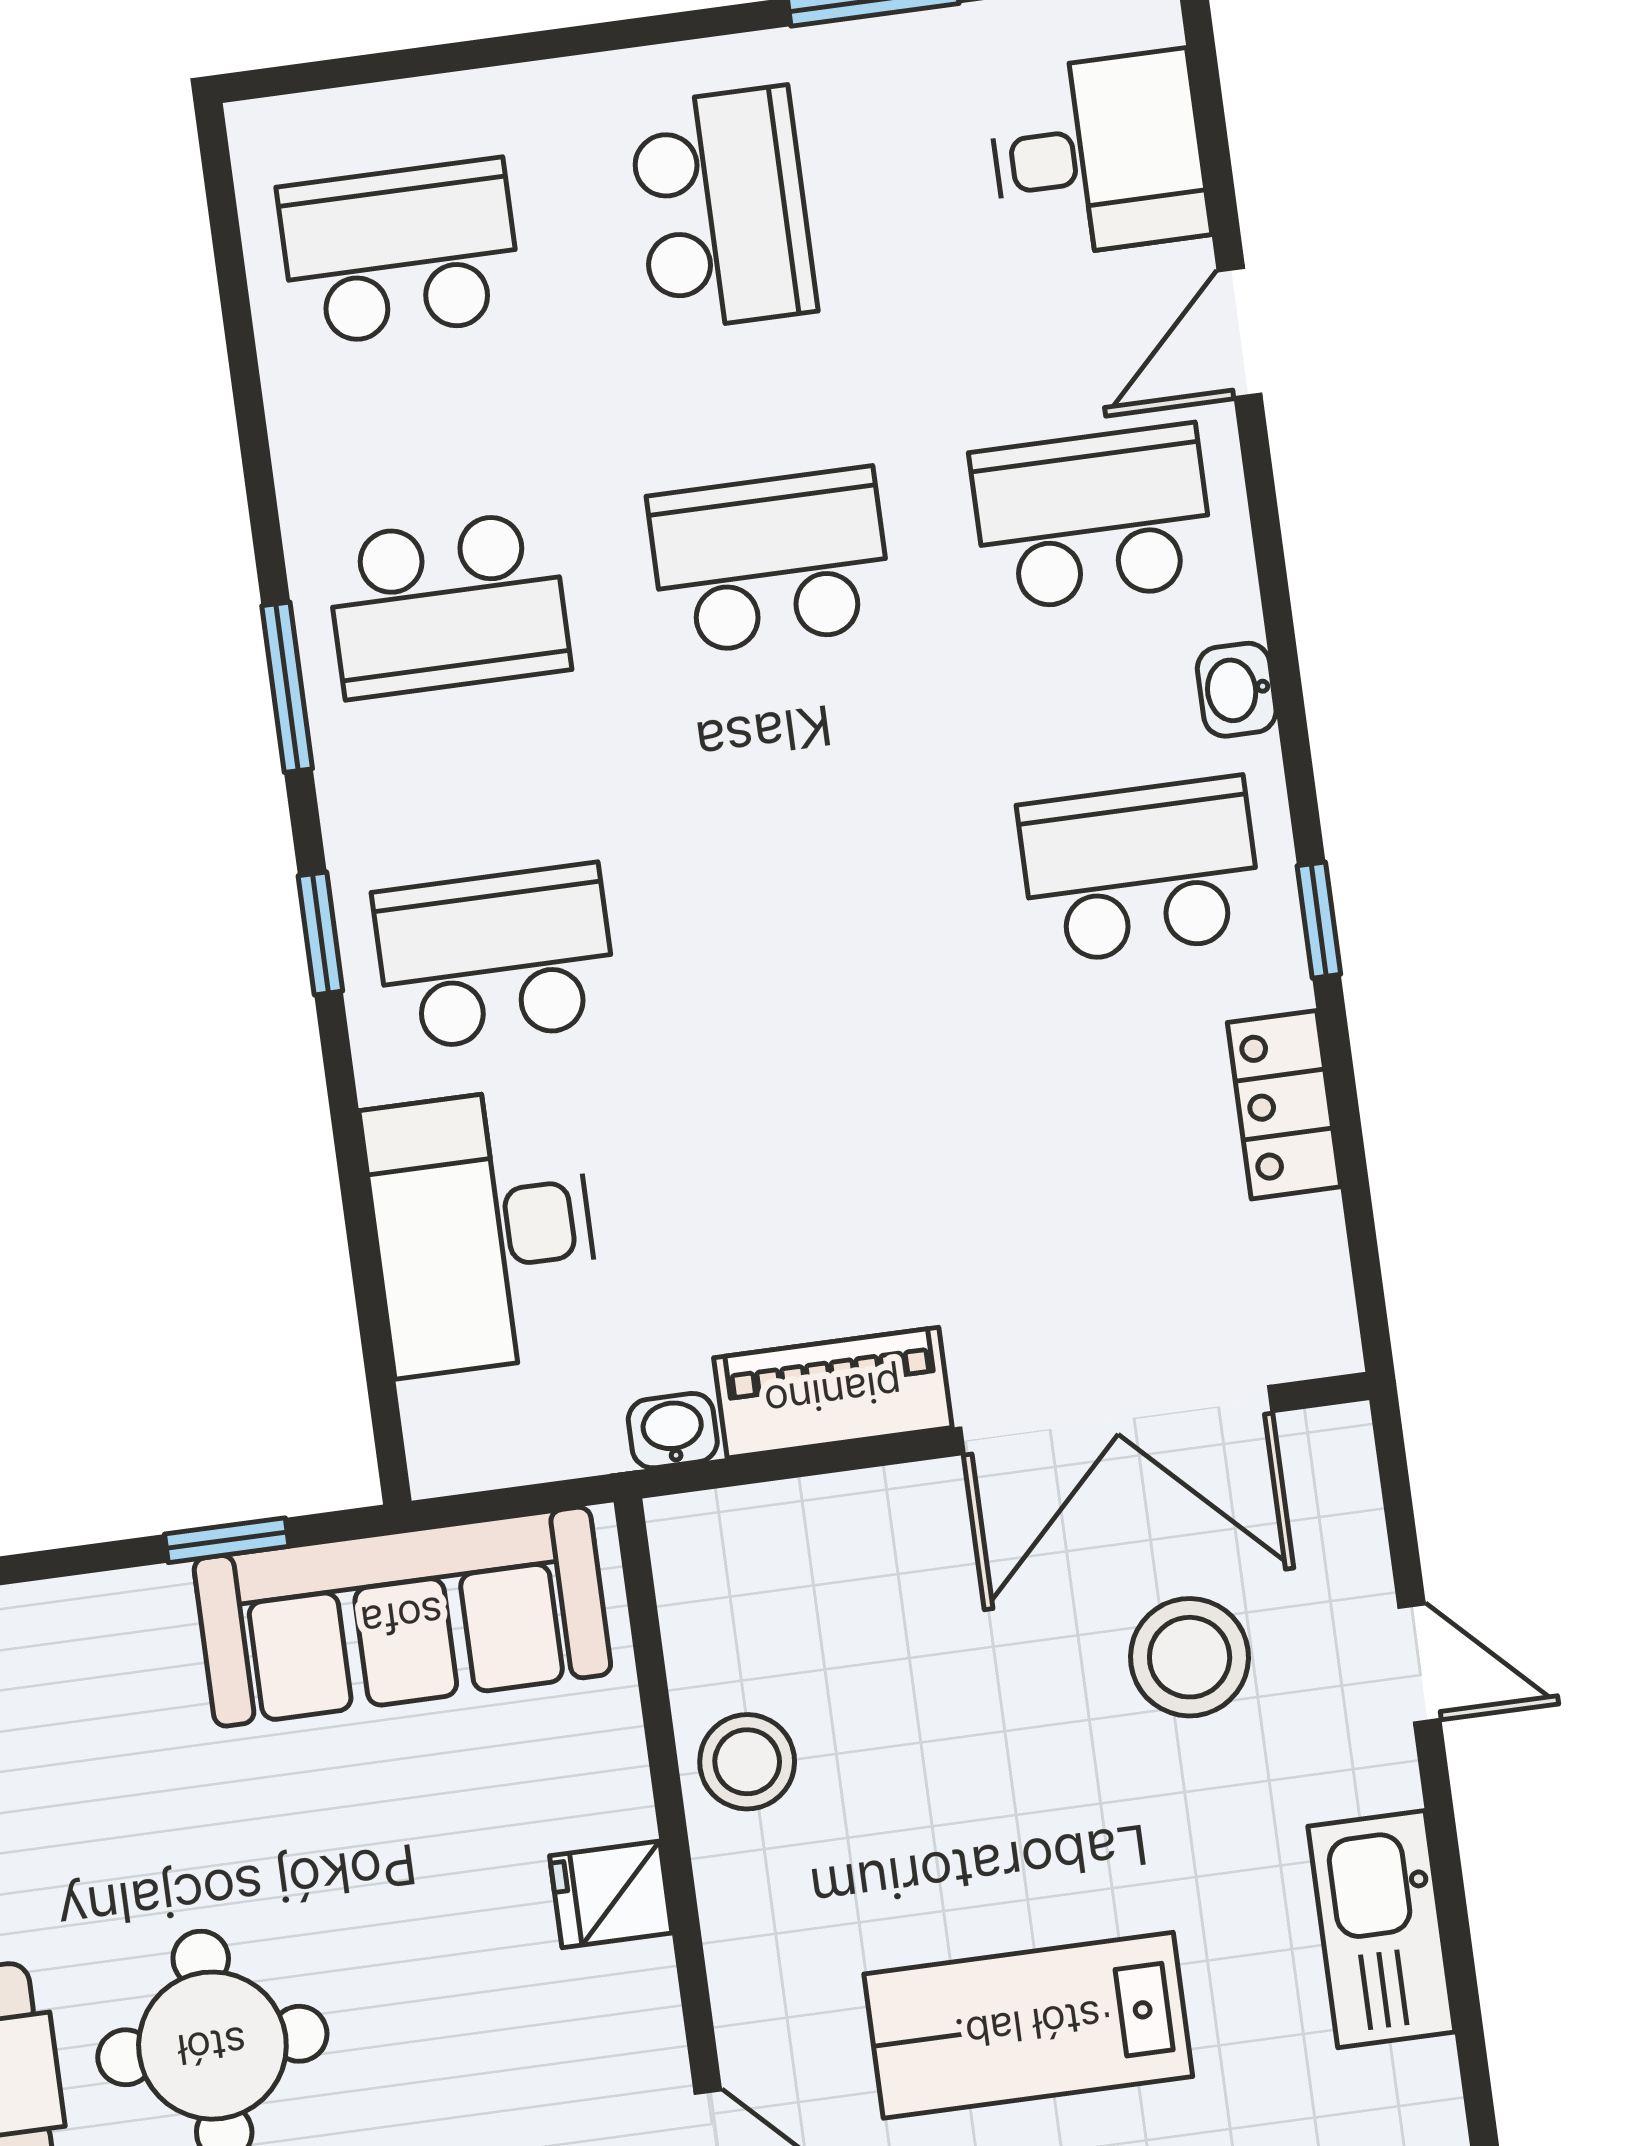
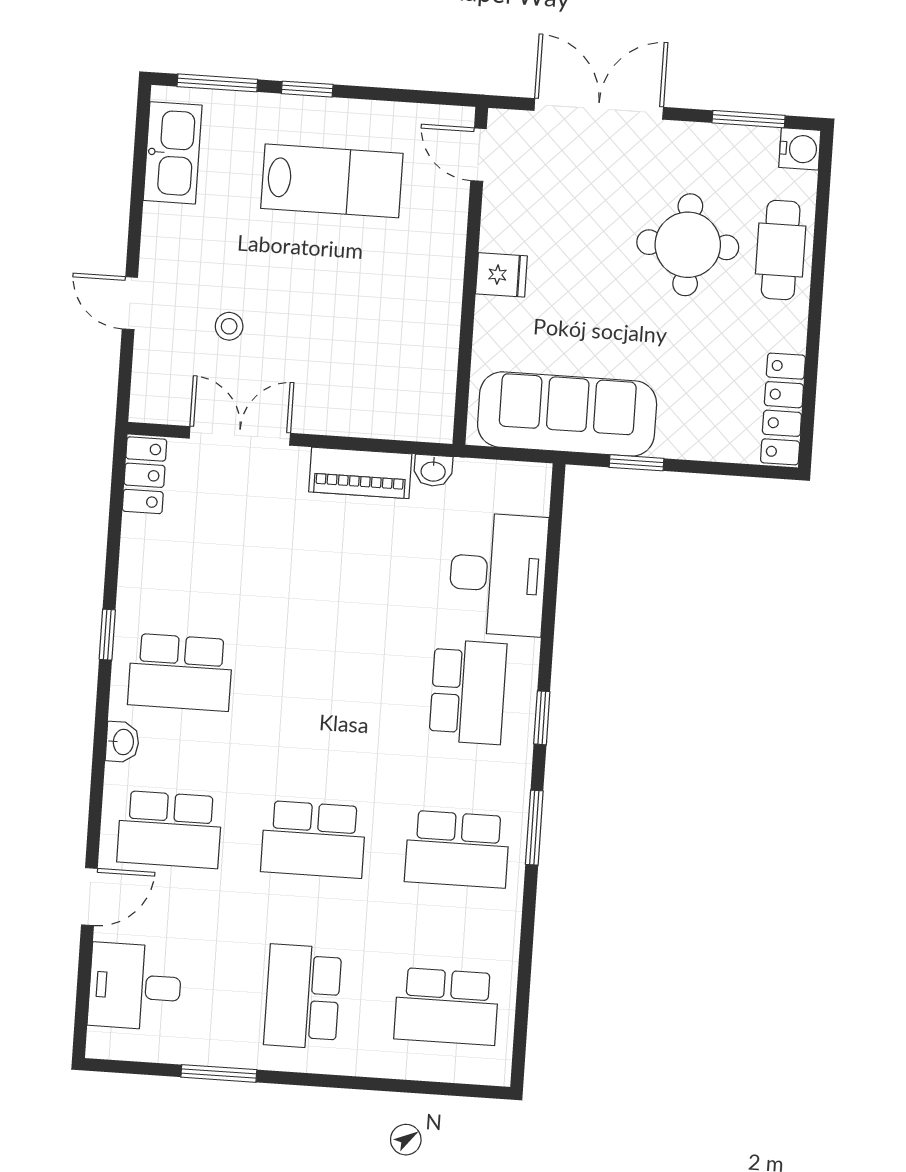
school desk: (448, 605) -> (457, 849), turned 180
school desk: (495, 957) -> (468, 692), turned -90
locker: (1284, 1105) -> (144, 475), moved
double door: (1116, 1420) -> (240, 436), width x0.73
stool: (1190, 1657) -> (229, 326), width x0.53, depth x0.53
stool: (747, 1762) -> (430, 320), removed
kitchen sink: (1381, 1929) -> (173, 153), moved

